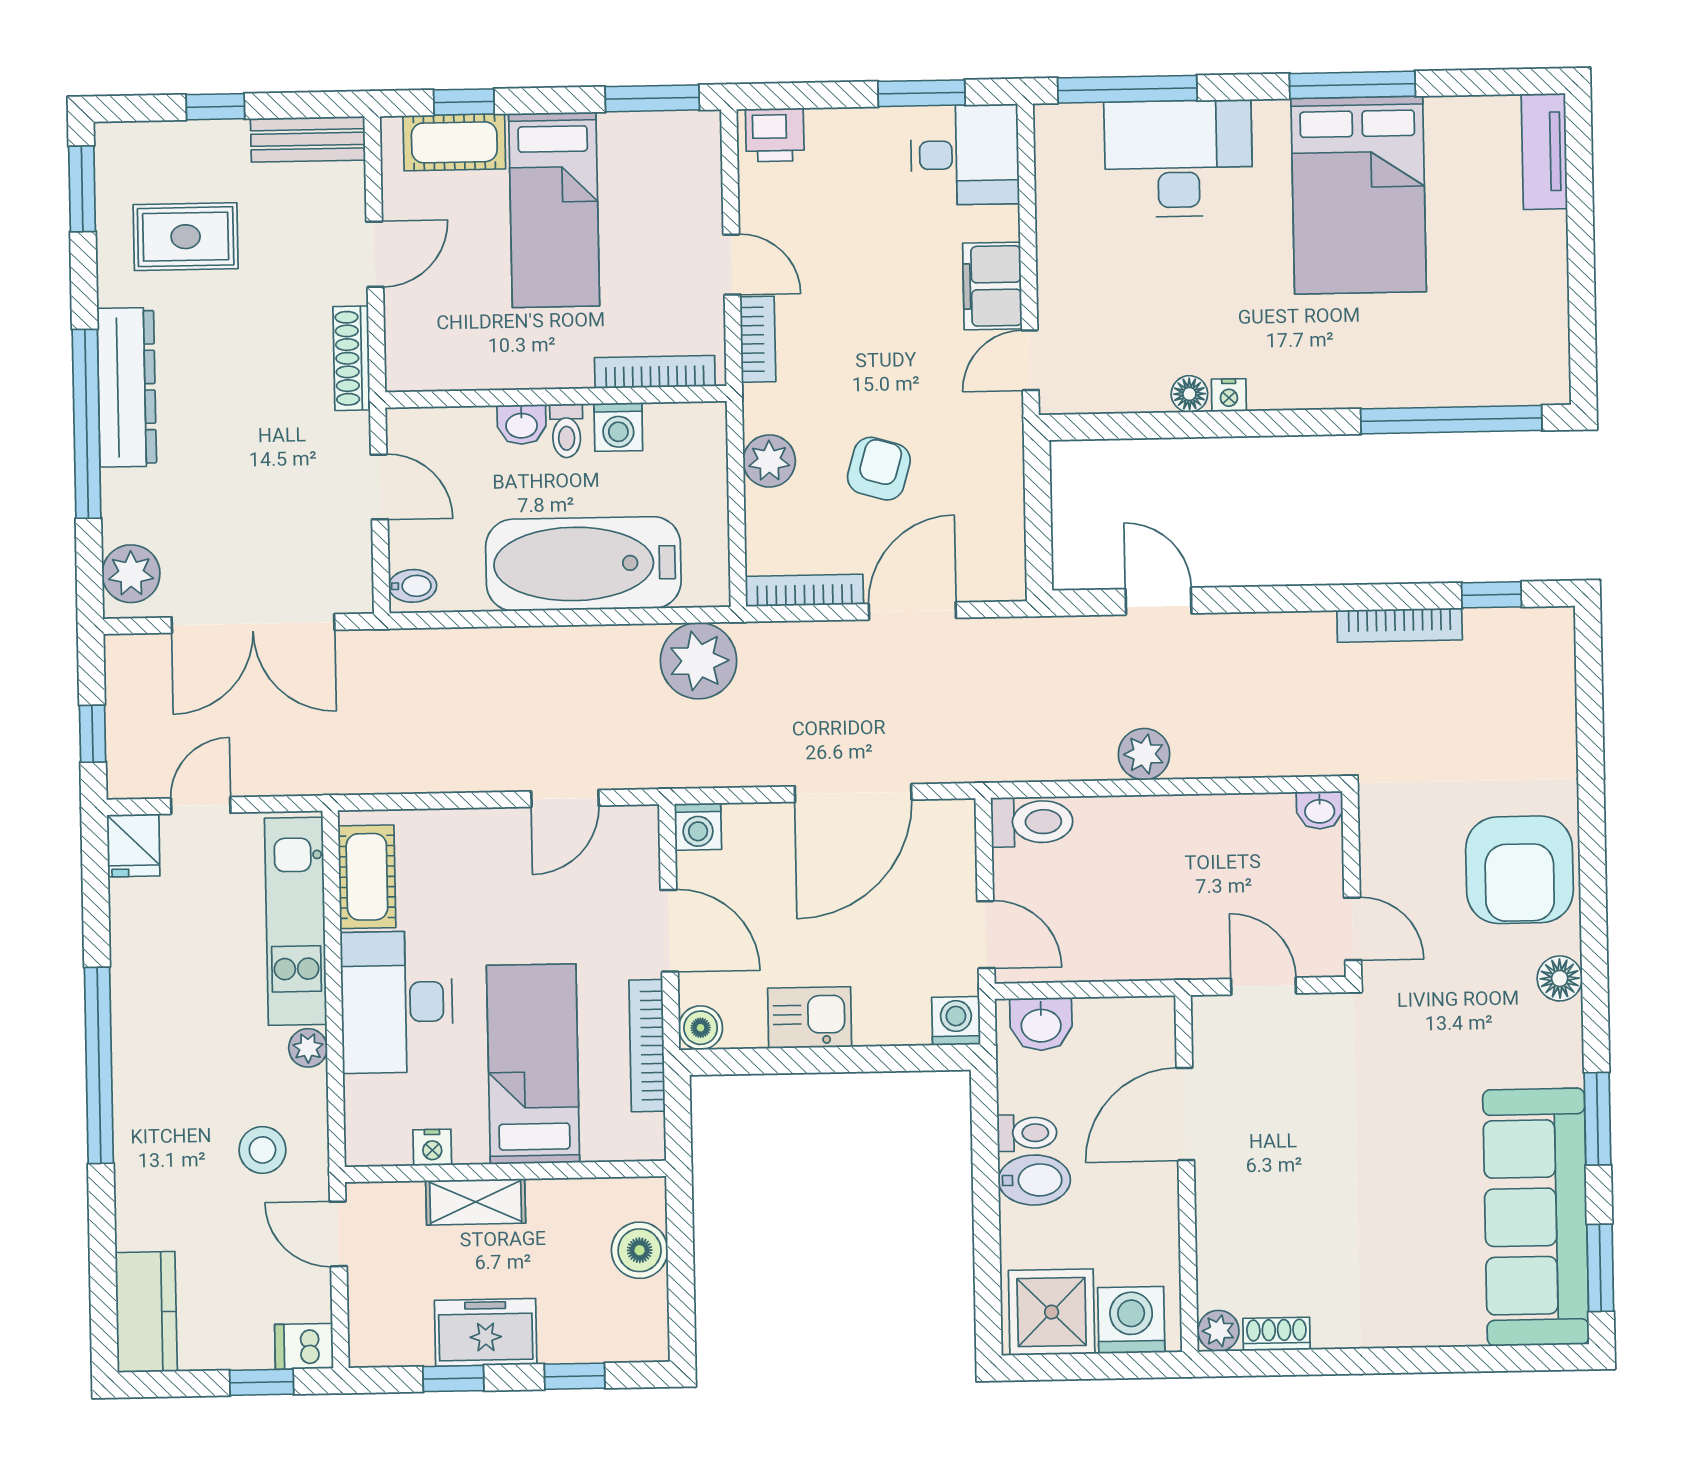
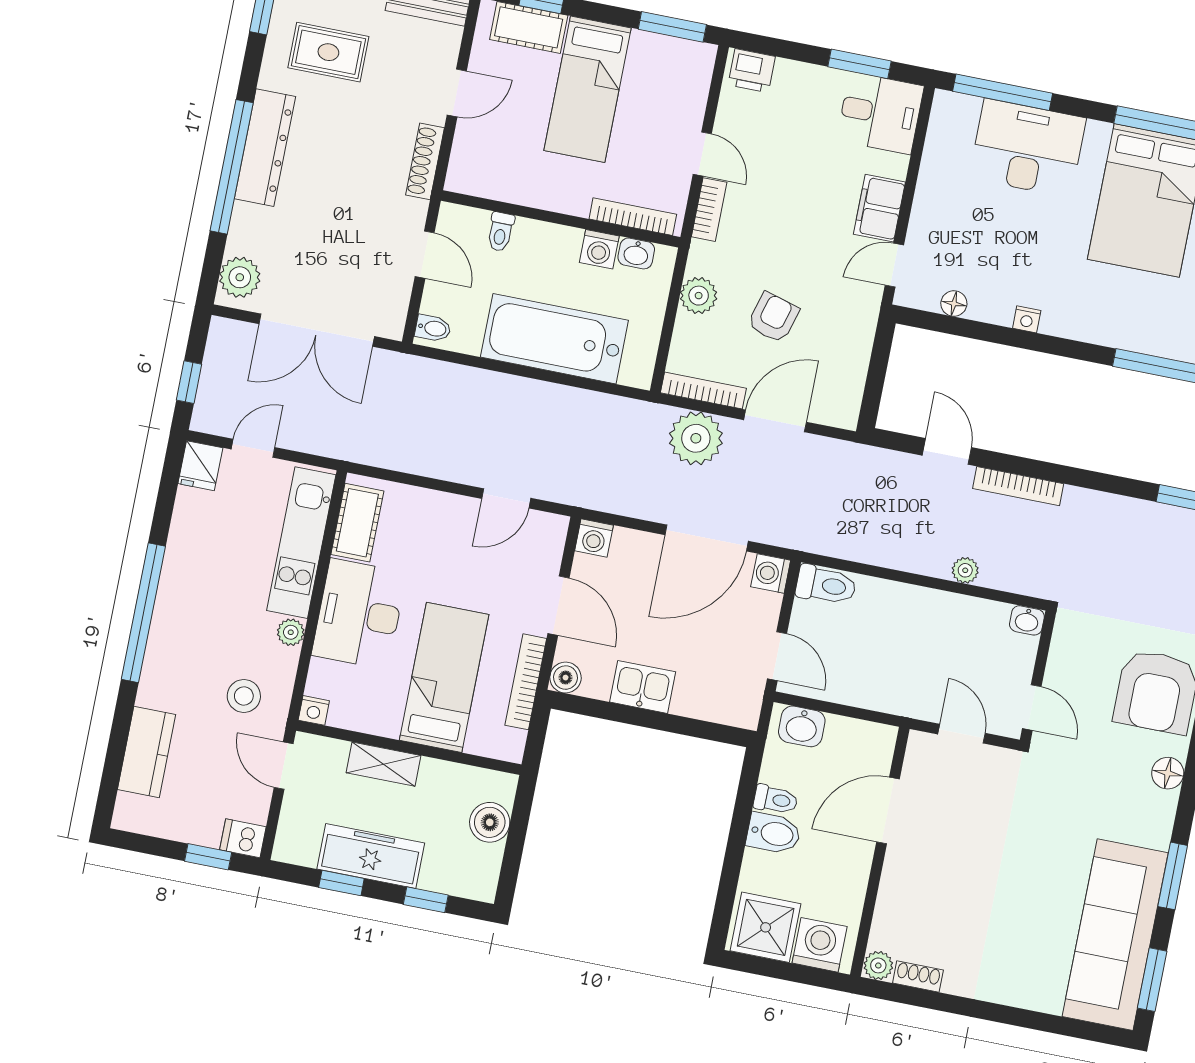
floor lamp: (1189, 394) -> (954, 304), moved
washbasin: (522, 425) -> (636, 253), moved
toilet: (566, 431) -> (501, 232), moved
bookcase: (1400, 625) -> (1018, 486), moved
plant: (699, 661) -> (696, 438), moved
plant: (1144, 754) -> (965, 570), moved, width x0.73, depth x0.73
washing machine: (956, 1021) -> (771, 573), moved, turned -90
nightstand: (432, 1147) -> (314, 710), moved
kitchen counter: (146, 1312) -> (147, 752), moved
freezer: (486, 1332) -> (371, 856), width x1.40

